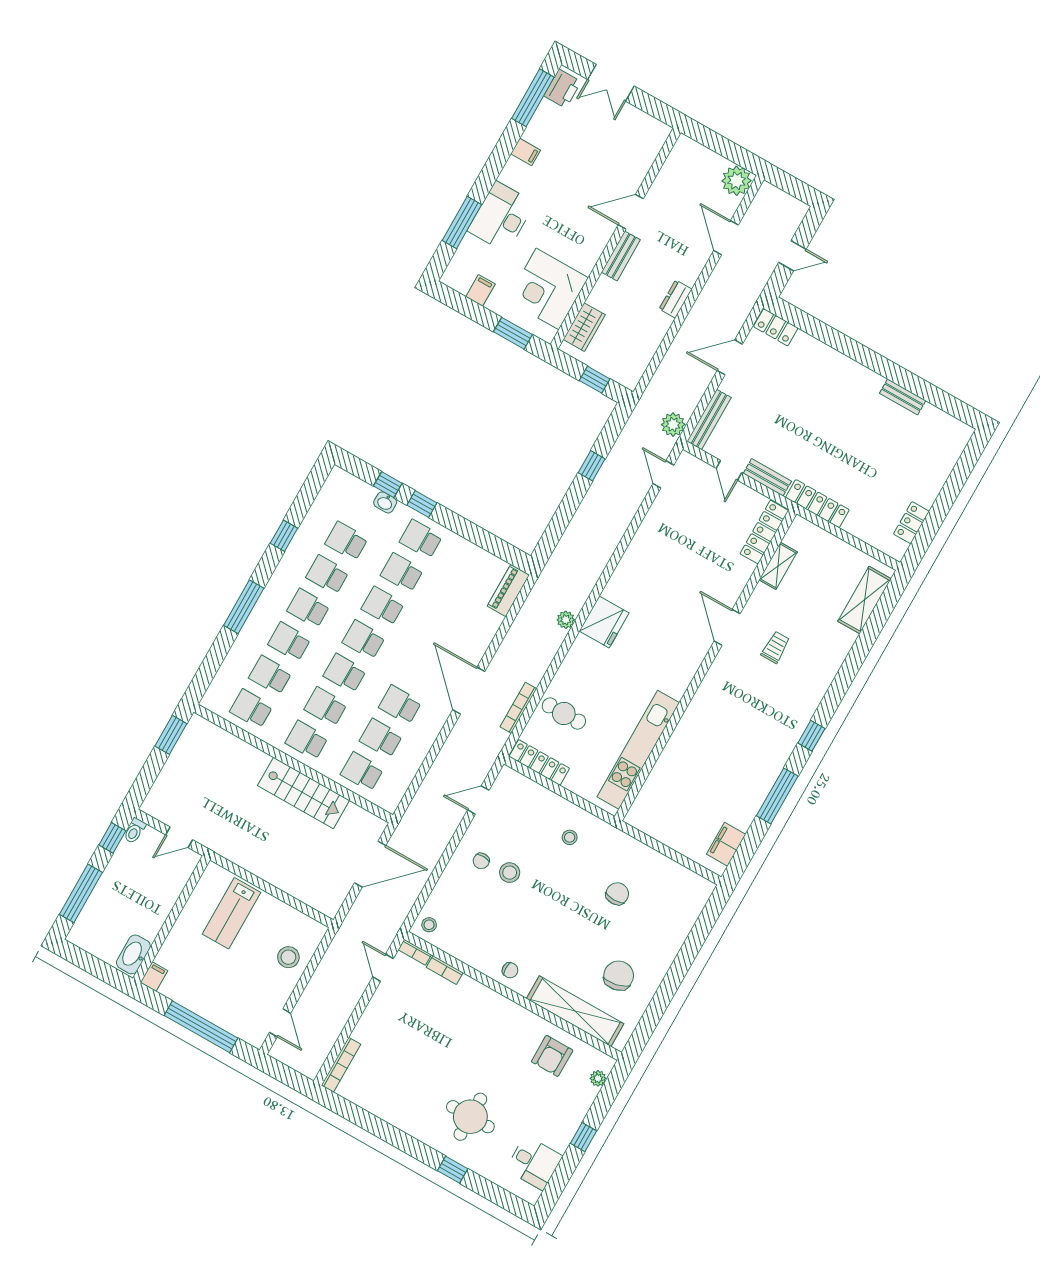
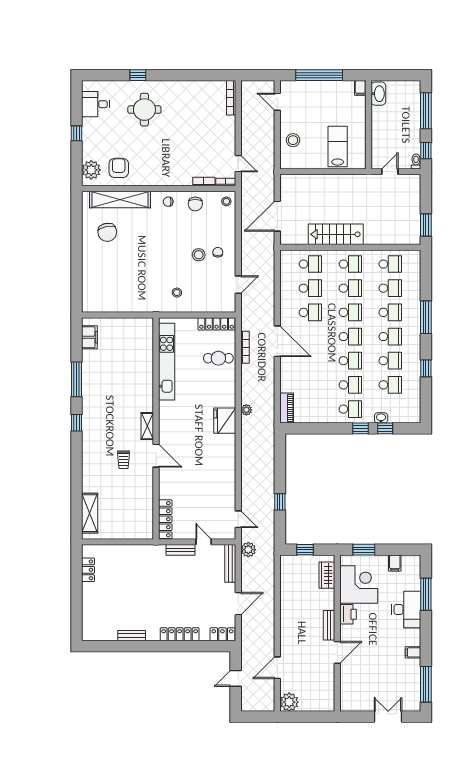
printer: (562, 89) -> (348, 614), moved, turned 180
door: (726, 238) -> (277, 668), swing flipped
dresser: (675, 299) -> (286, 619), removed
locker: (817, 504) -> (180, 634), moved, turned 180
shelving: (778, 566) -> (147, 426), moved
chair: (617, 894) -> (195, 204), moved
plant: (598, 1078) -> (91, 170), width x1.88, depth x1.88

